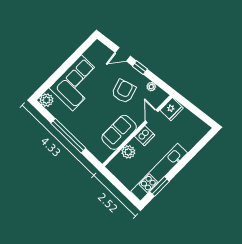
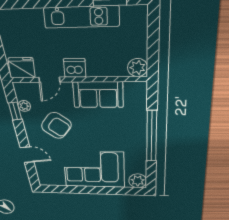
window: (140, 68) -> (15, 111), moved
armchair: (124, 91) -> (56, 125), turned -126
plant: (128, 152) -> (138, 68), moved
kitchen unit: (159, 172) -> (81, 17), width x0.73

